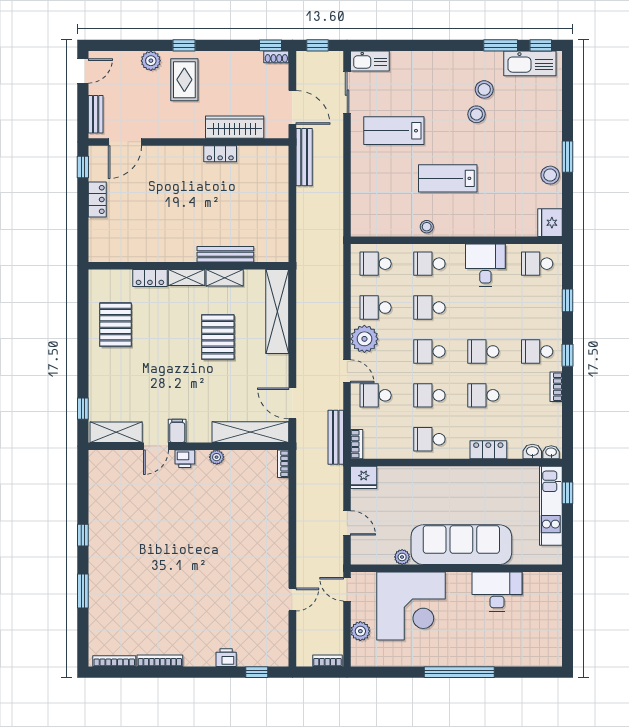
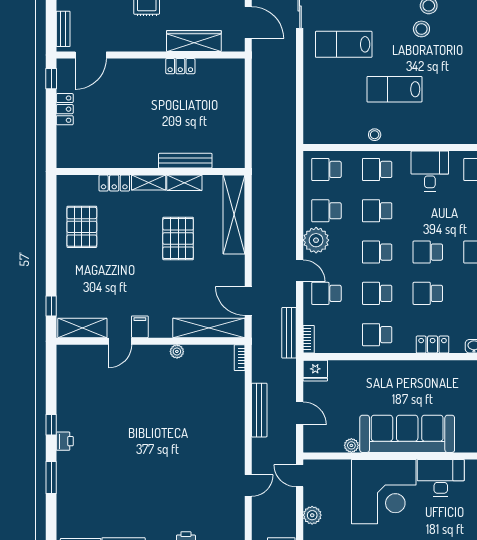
bench: (304, 157) -> (259, 410), moved
printer: (185, 459) -> (65, 441), moved, turned -90
corner desk: (411, 606) -> (384, 492), moved

